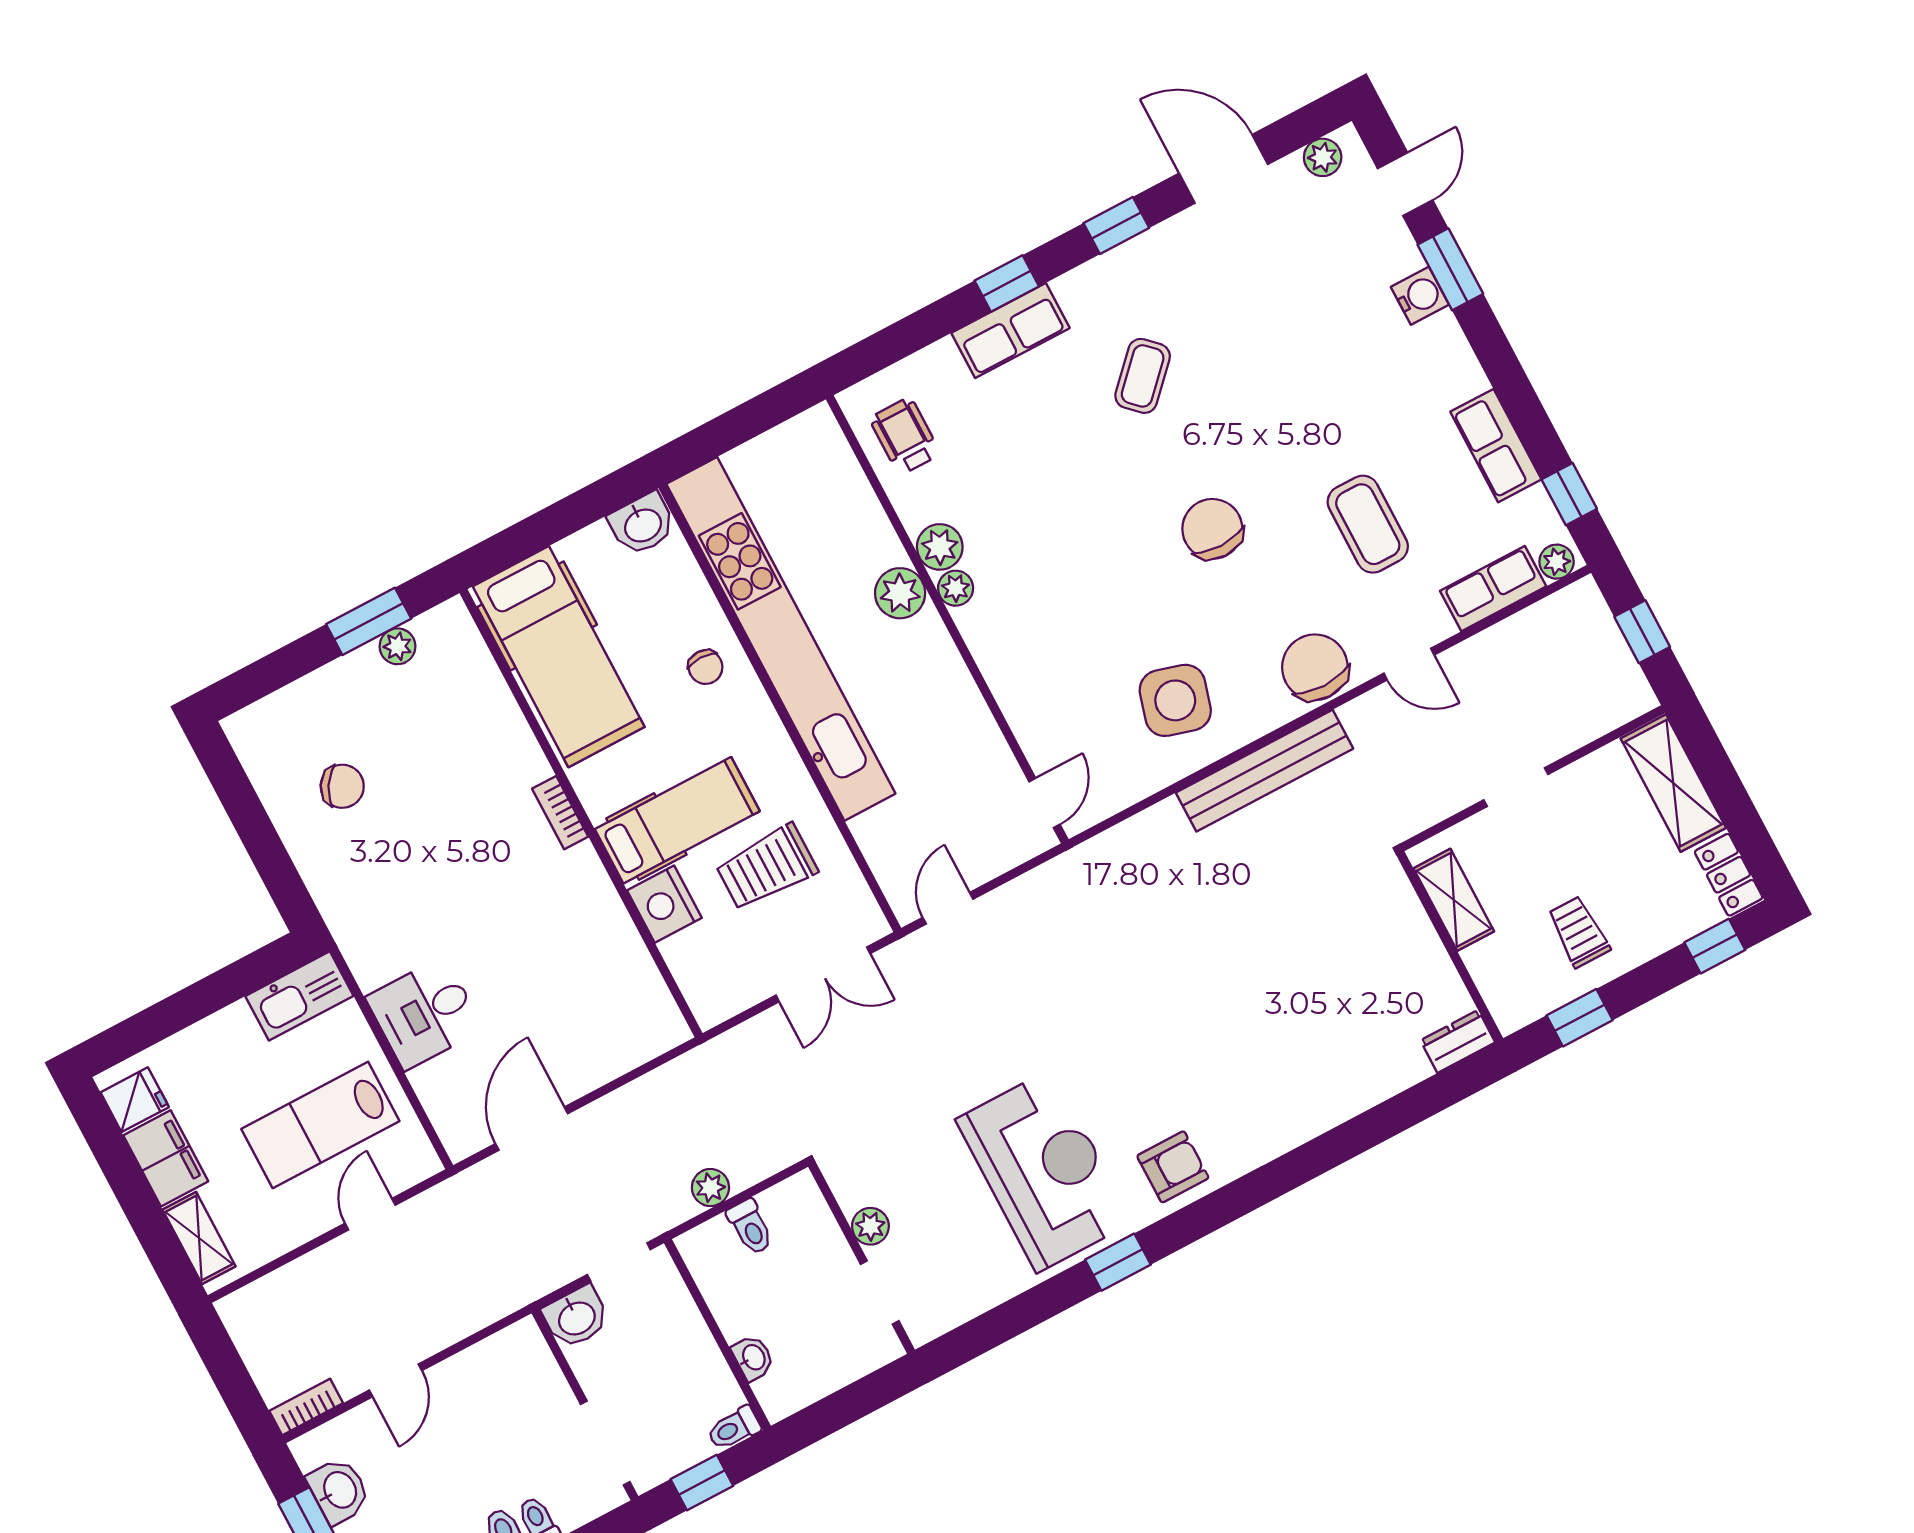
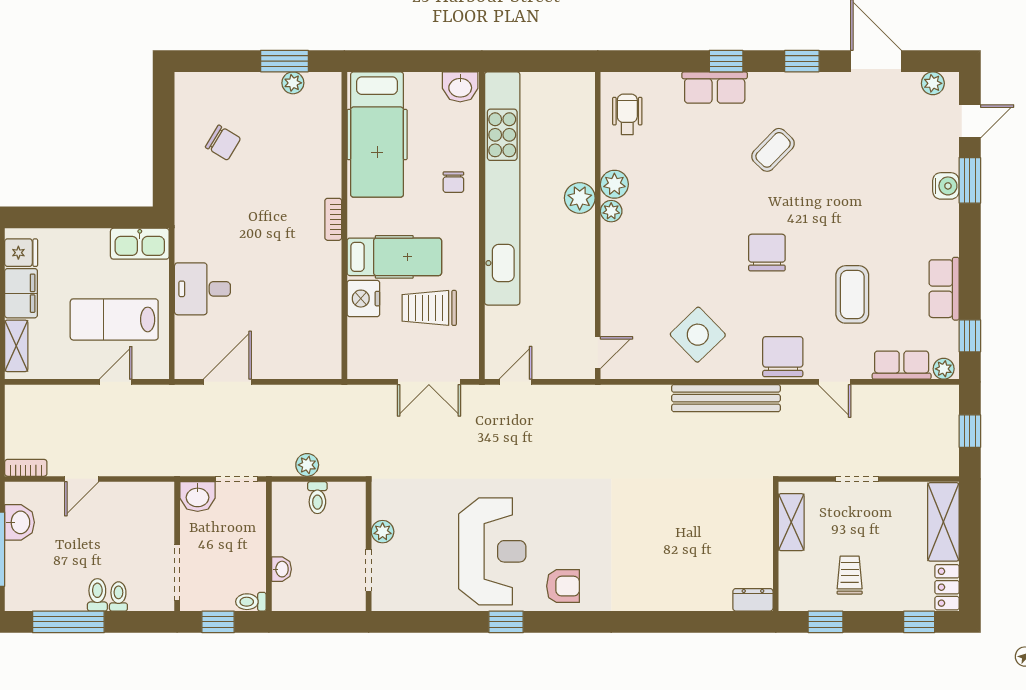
side table: (1175, 700) -> (698, 335), turned 30

